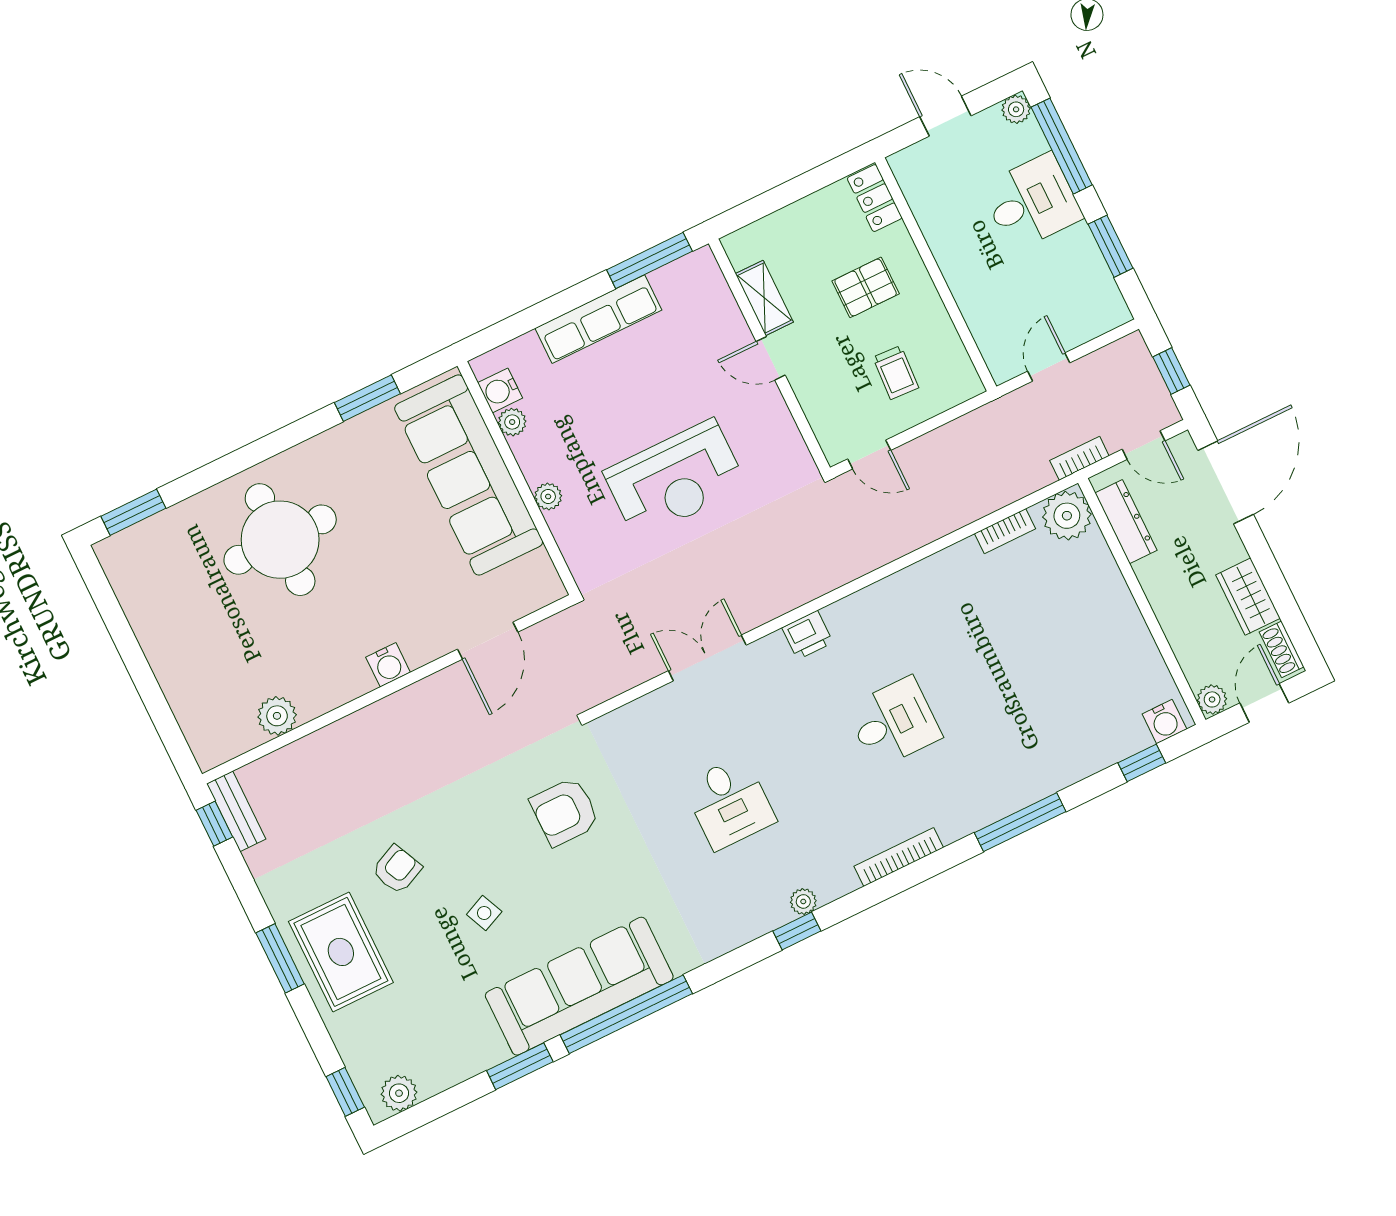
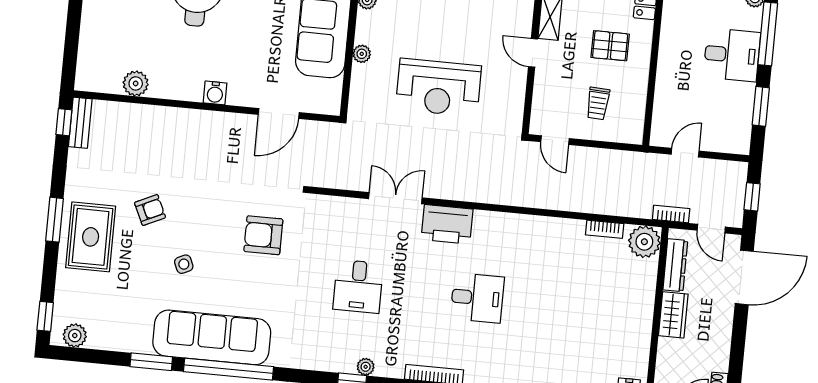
wardrobe: (1248, 597) -> (673, 315), moved, turned 180
printer: (807, 635) -> (447, 224), width x1.87, depth x1.48

